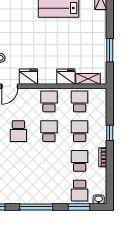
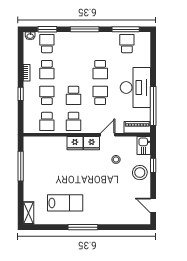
window: (110, 50) -> (21, 166), width x1.44
fridge: (66, 77) -> (75, 143), moved
shelving: (88, 79) -> (39, 141), removed
school desk: (80, 131) -> (47, 95), turned 180
school desk: (18, 161) -> (100, 70), added

